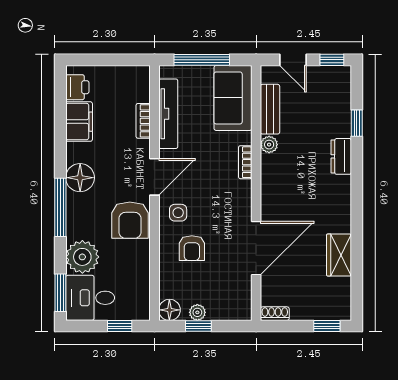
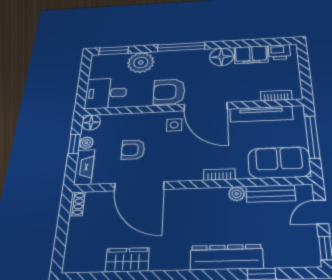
bookcase: (143, 121) -> (276, 96), moved
dresser: (341, 156) -> (226, 257), width x1.96, depth x1.24
door: (154, 177) -> (206, 107), width x1.36
floor lamp: (80, 178) -> (221, 57), moved
armchair: (192, 248) -> (133, 150), moved
desk: (90, 298) -> (106, 93), moved, turned -90
fireplace: (230, 311) -> (84, 167), added
window: (120, 326) -> (82, 89), removed
window: (327, 326) -> (59, 250), removed

